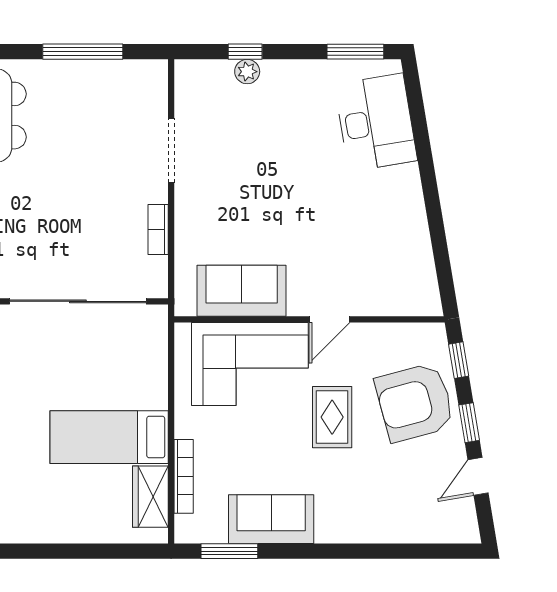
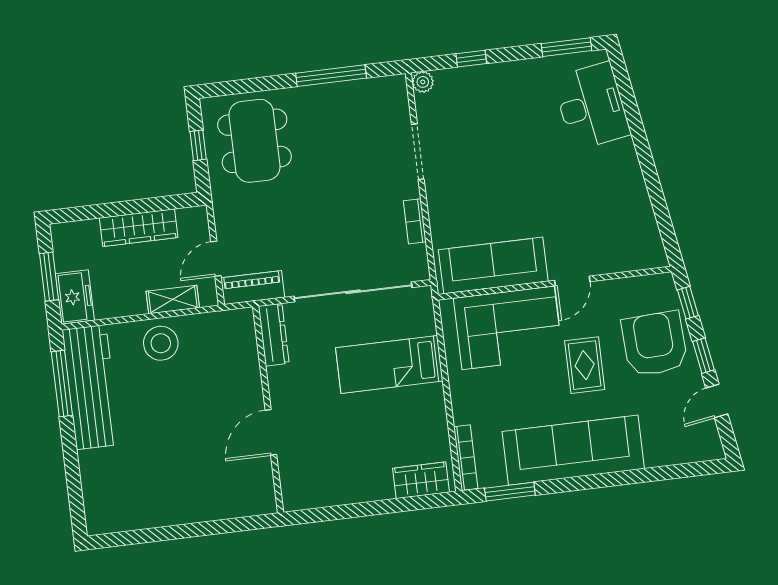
plant: (247, 72) -> (423, 82), moved
sofa: (242, 291) -> (493, 265), width x1.36
armchair: (415, 402) -> (655, 344), turned 102
bed: (109, 437) -> (389, 364), moved
bookcase: (184, 476) -> (466, 458), moved
wardrobe: (150, 497) -> (421, 480), moved, turned 90
sofa: (271, 519) -> (573, 450), width x1.85, depth x1.27

